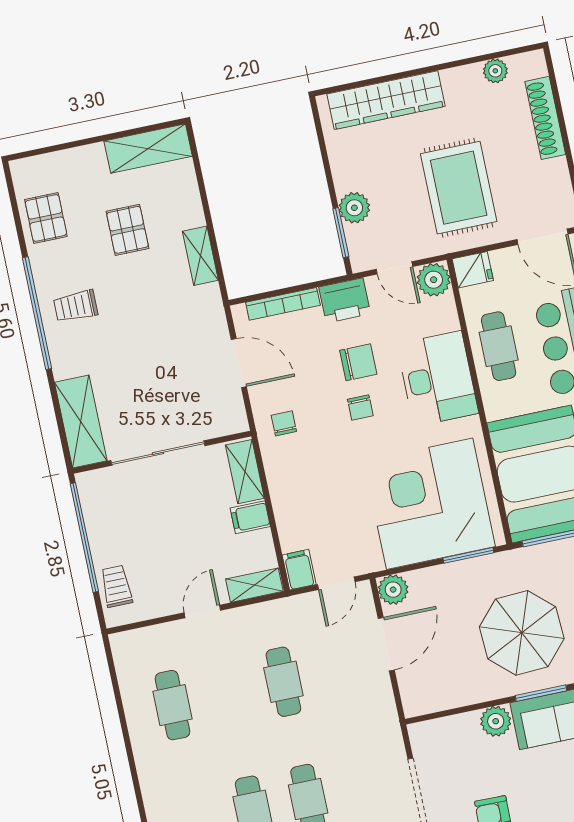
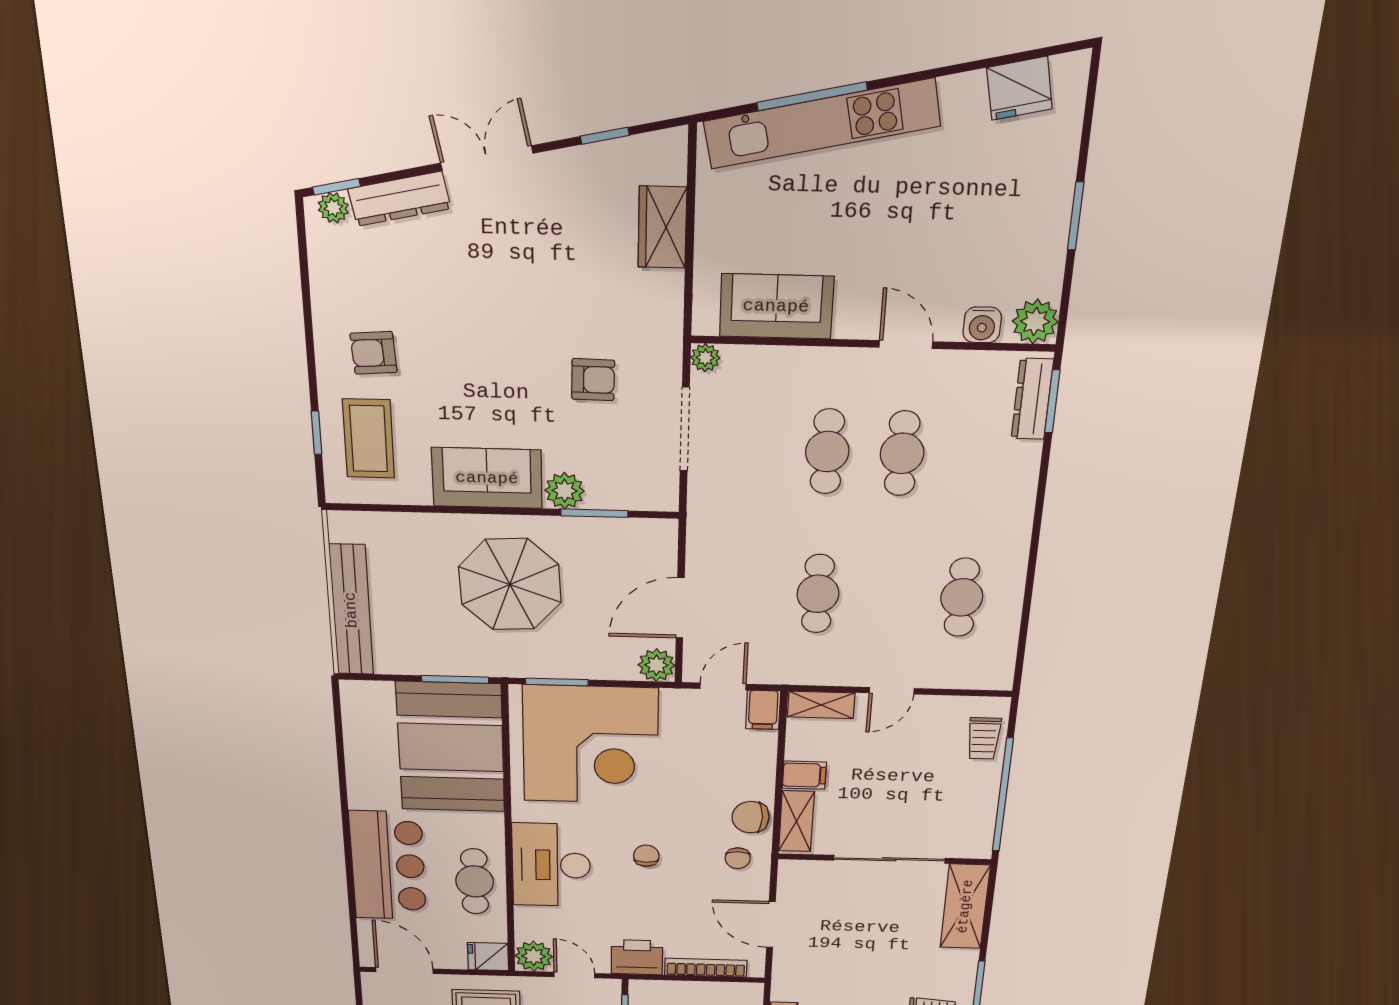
chair: (358, 362) -> (751, 817), moved
window: (541, 693) -> (594, 513), moved

